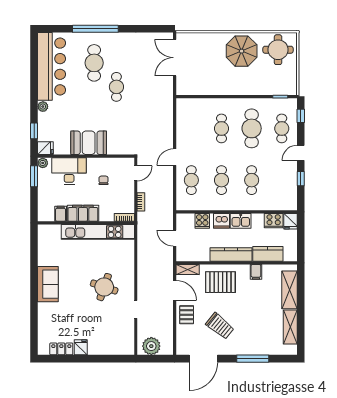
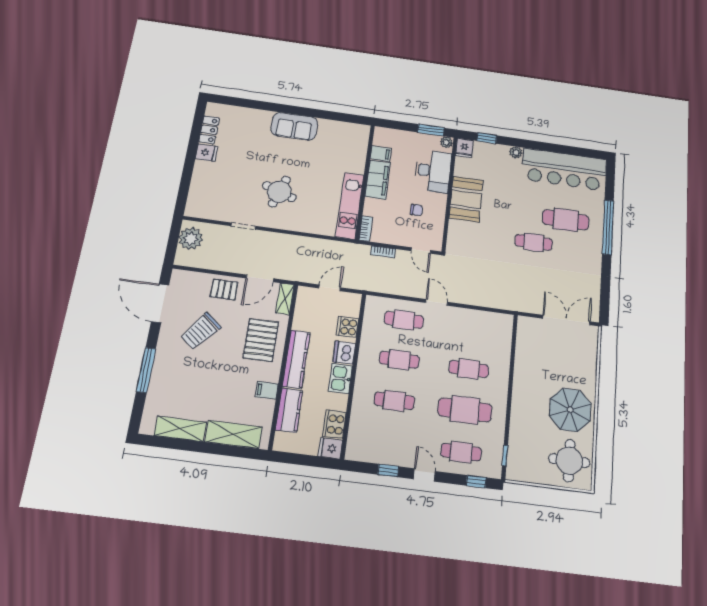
kitchen unit: (98, 232) -> (350, 206), width x0.73

